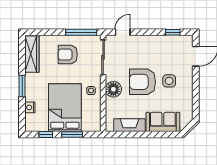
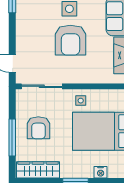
window: (81, 32) -> (12, 138), moved
floor lamp: (113, 89) -> (79, 74), removed

